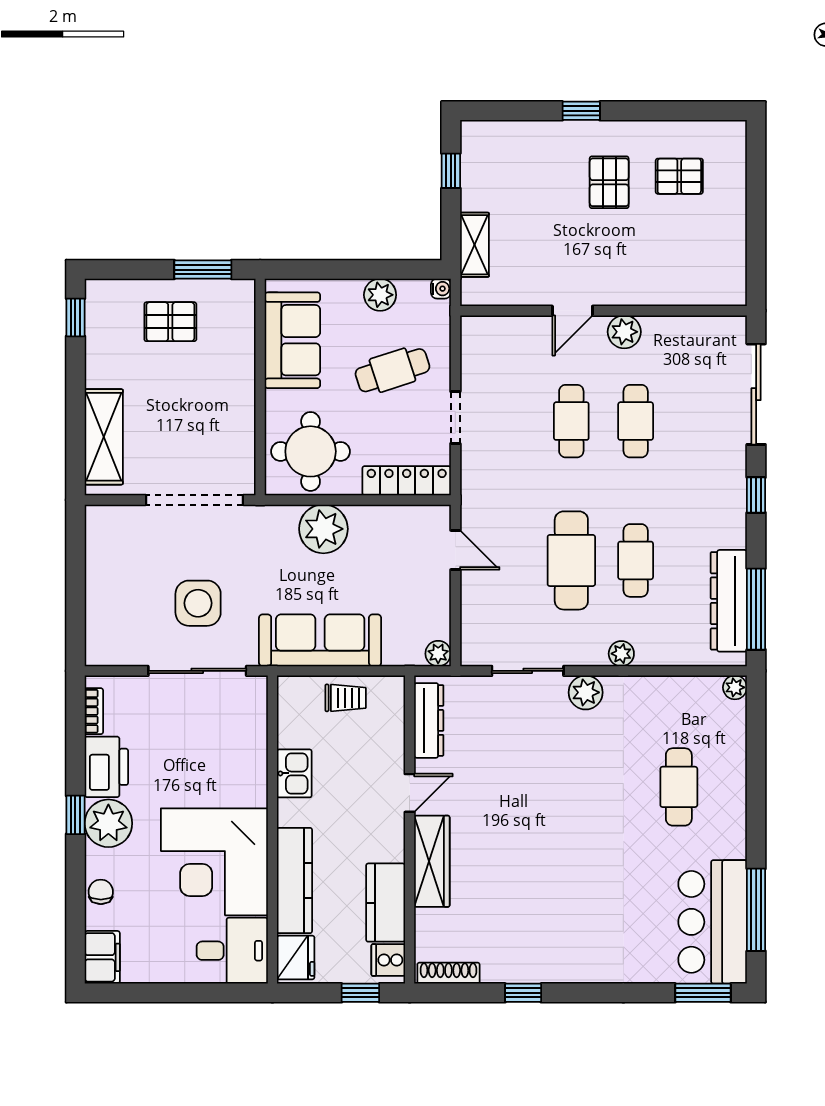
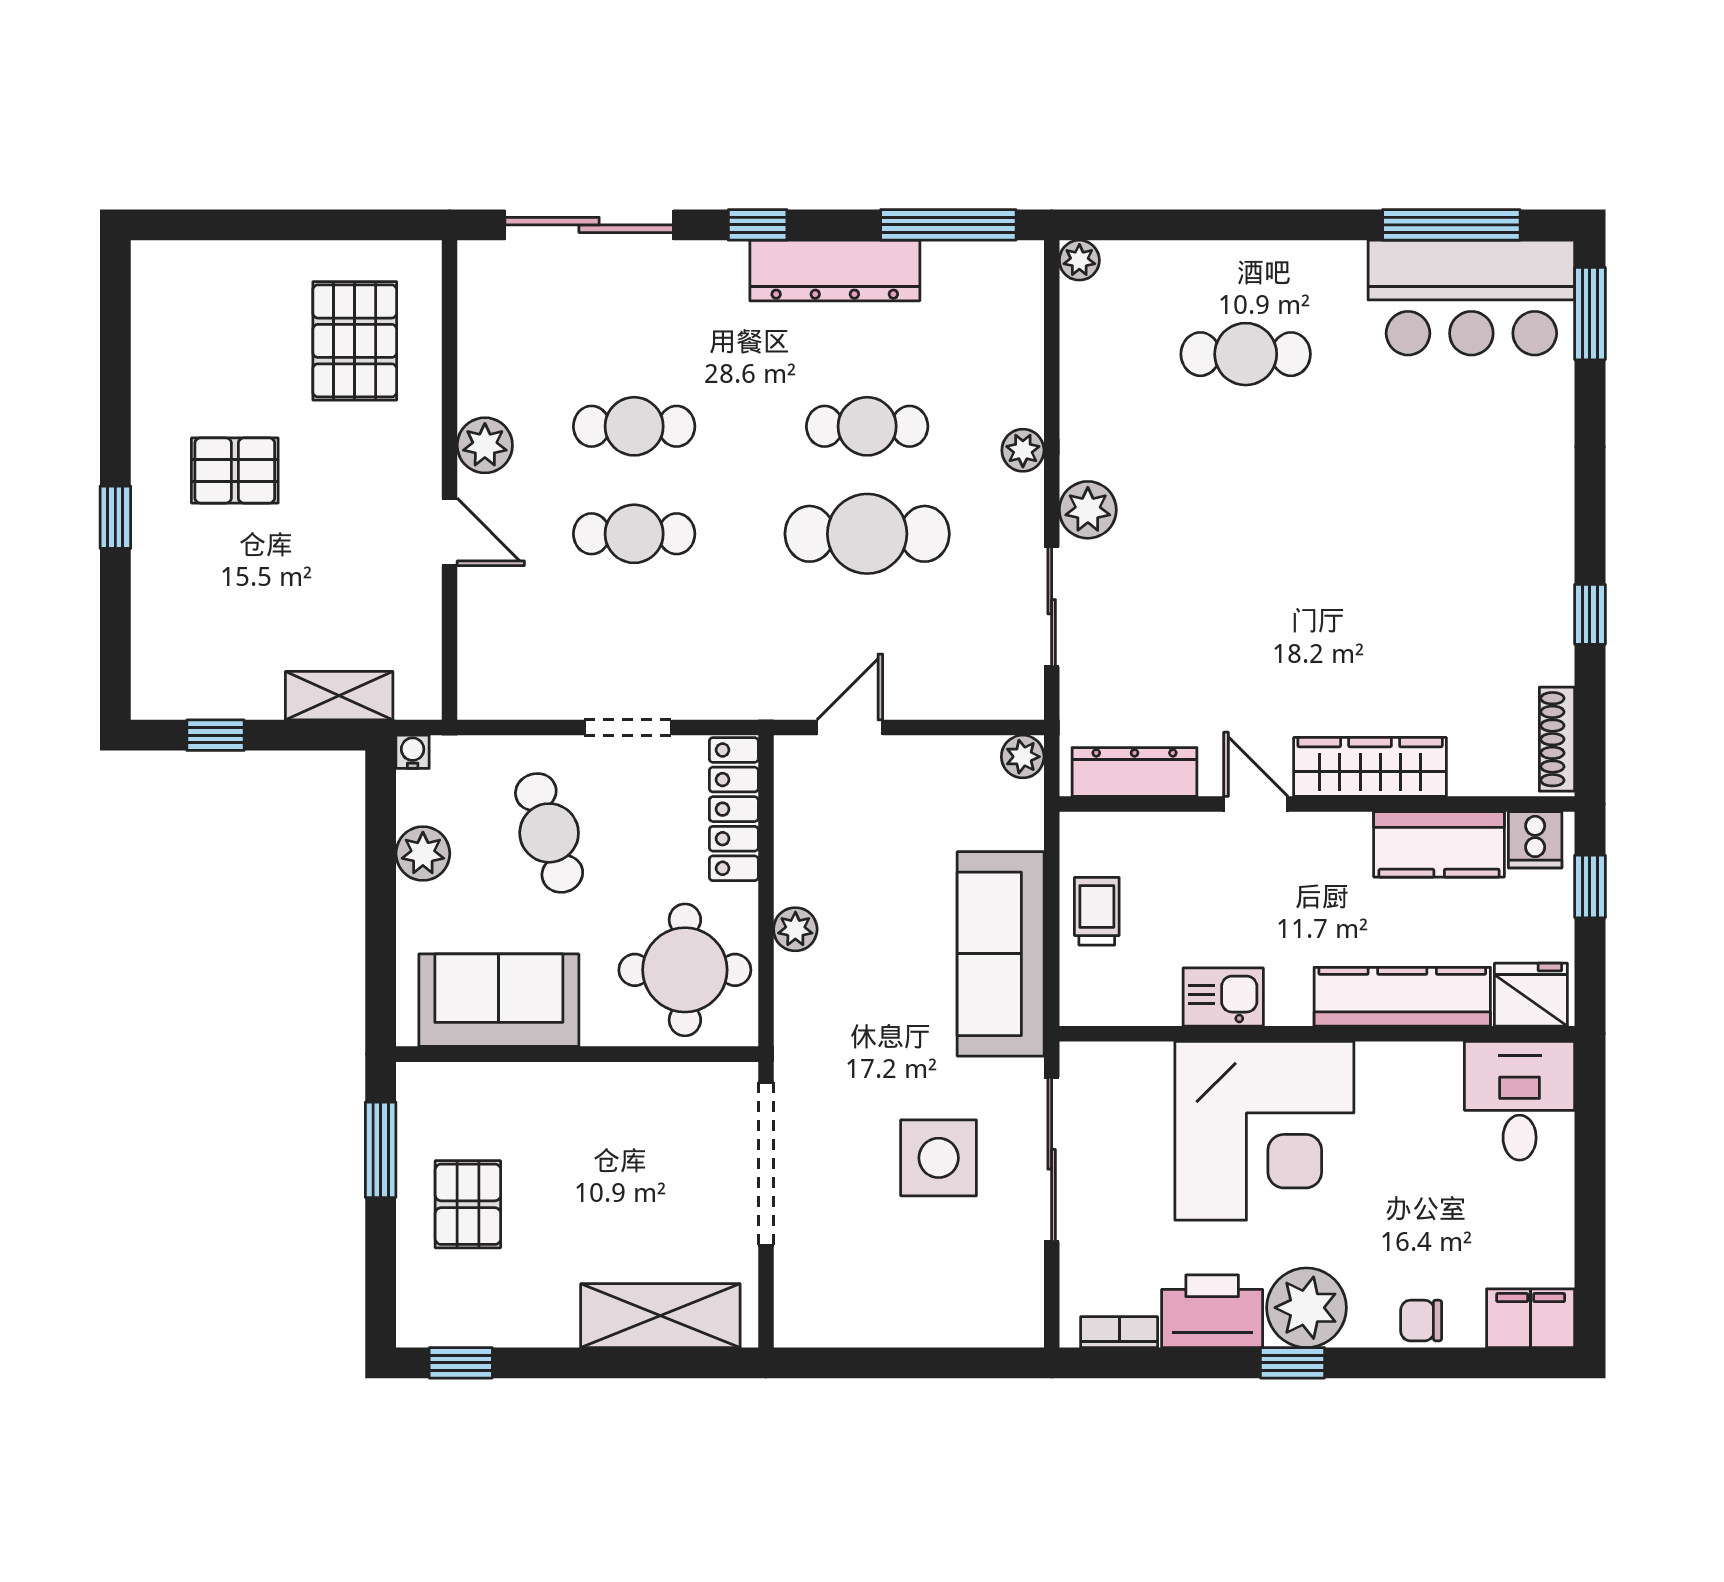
pallet: (679, 176) -> (355, 341), moved, width x1.50, depth x1.42
plant: (323, 529) -> (795, 929), width x0.53, depth x0.53
dresser: (729, 601) -> (835, 271), moved
corner desk: (214, 862) -> (1264, 1131), moved

